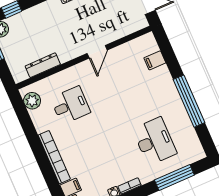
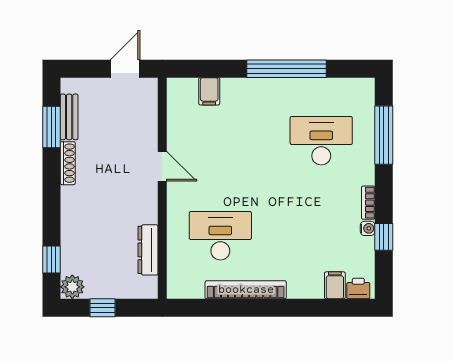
plant: (32, 101) -> (191, 286), removed
desk: (70, 105) -> (220, 236), width x1.37
bookcase: (54, 157) -> (246, 290), moved

